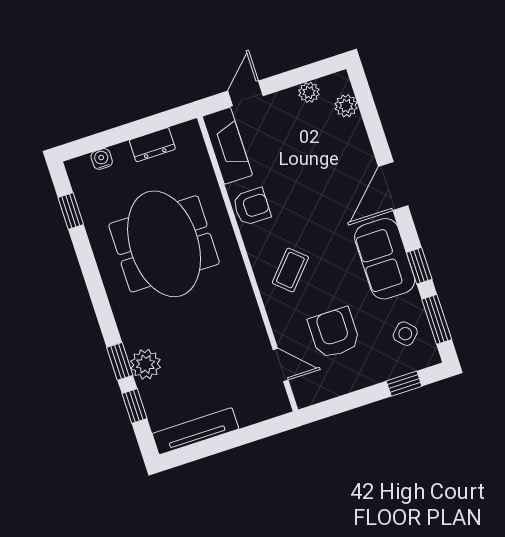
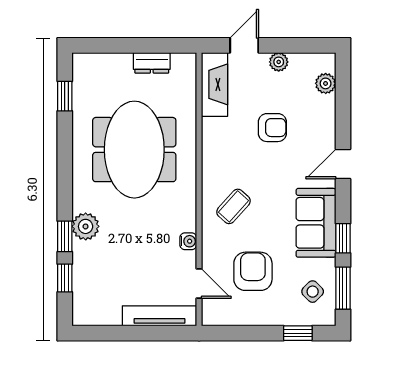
plant: (309, 92) -> (279, 62), moved
water cooler: (102, 159) -> (188, 241), moved, turned 90
door: (393, 186) -> (343, 164), width x0.73
armchair: (252, 207) -> (272, 128), moved
plant: (145, 364) -> (86, 226), moved
tv unit: (195, 431) -> (159, 316), moved

